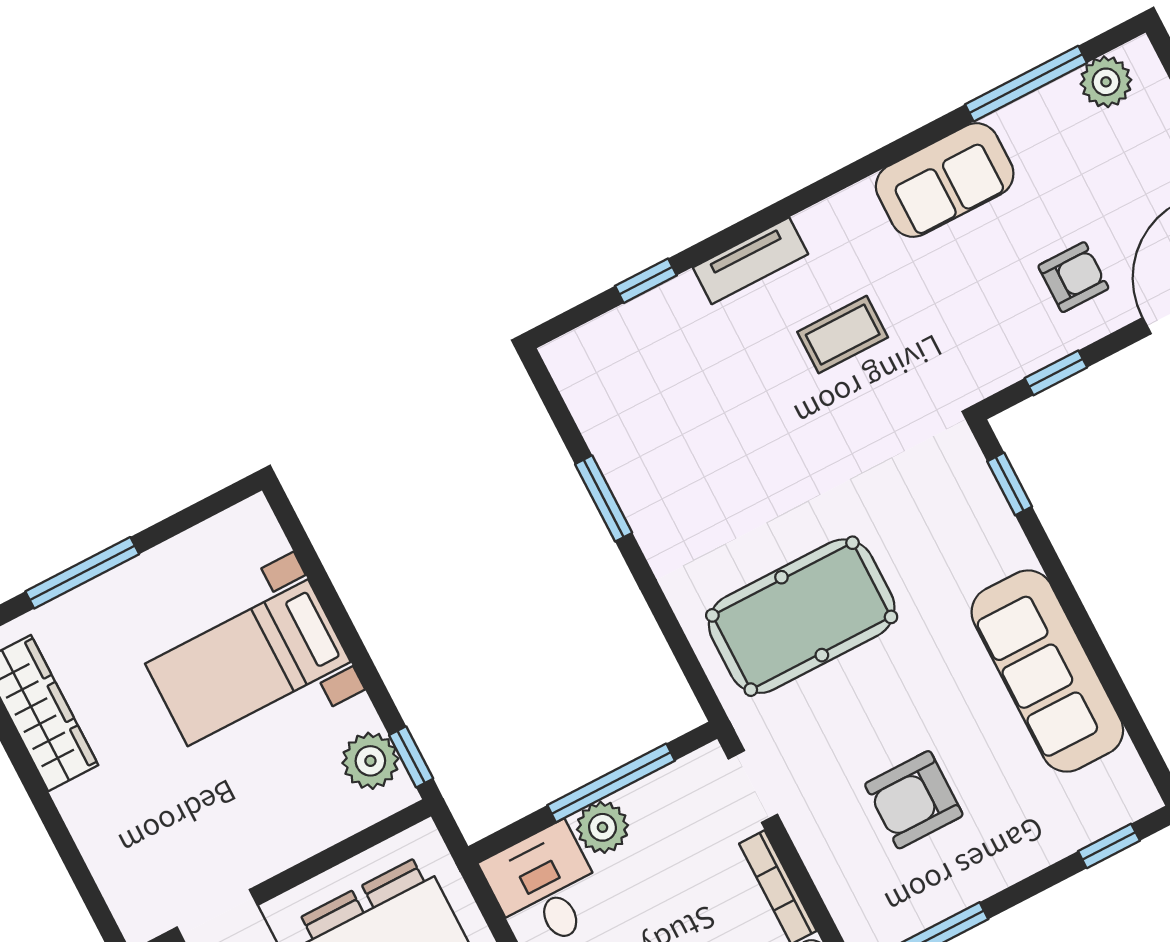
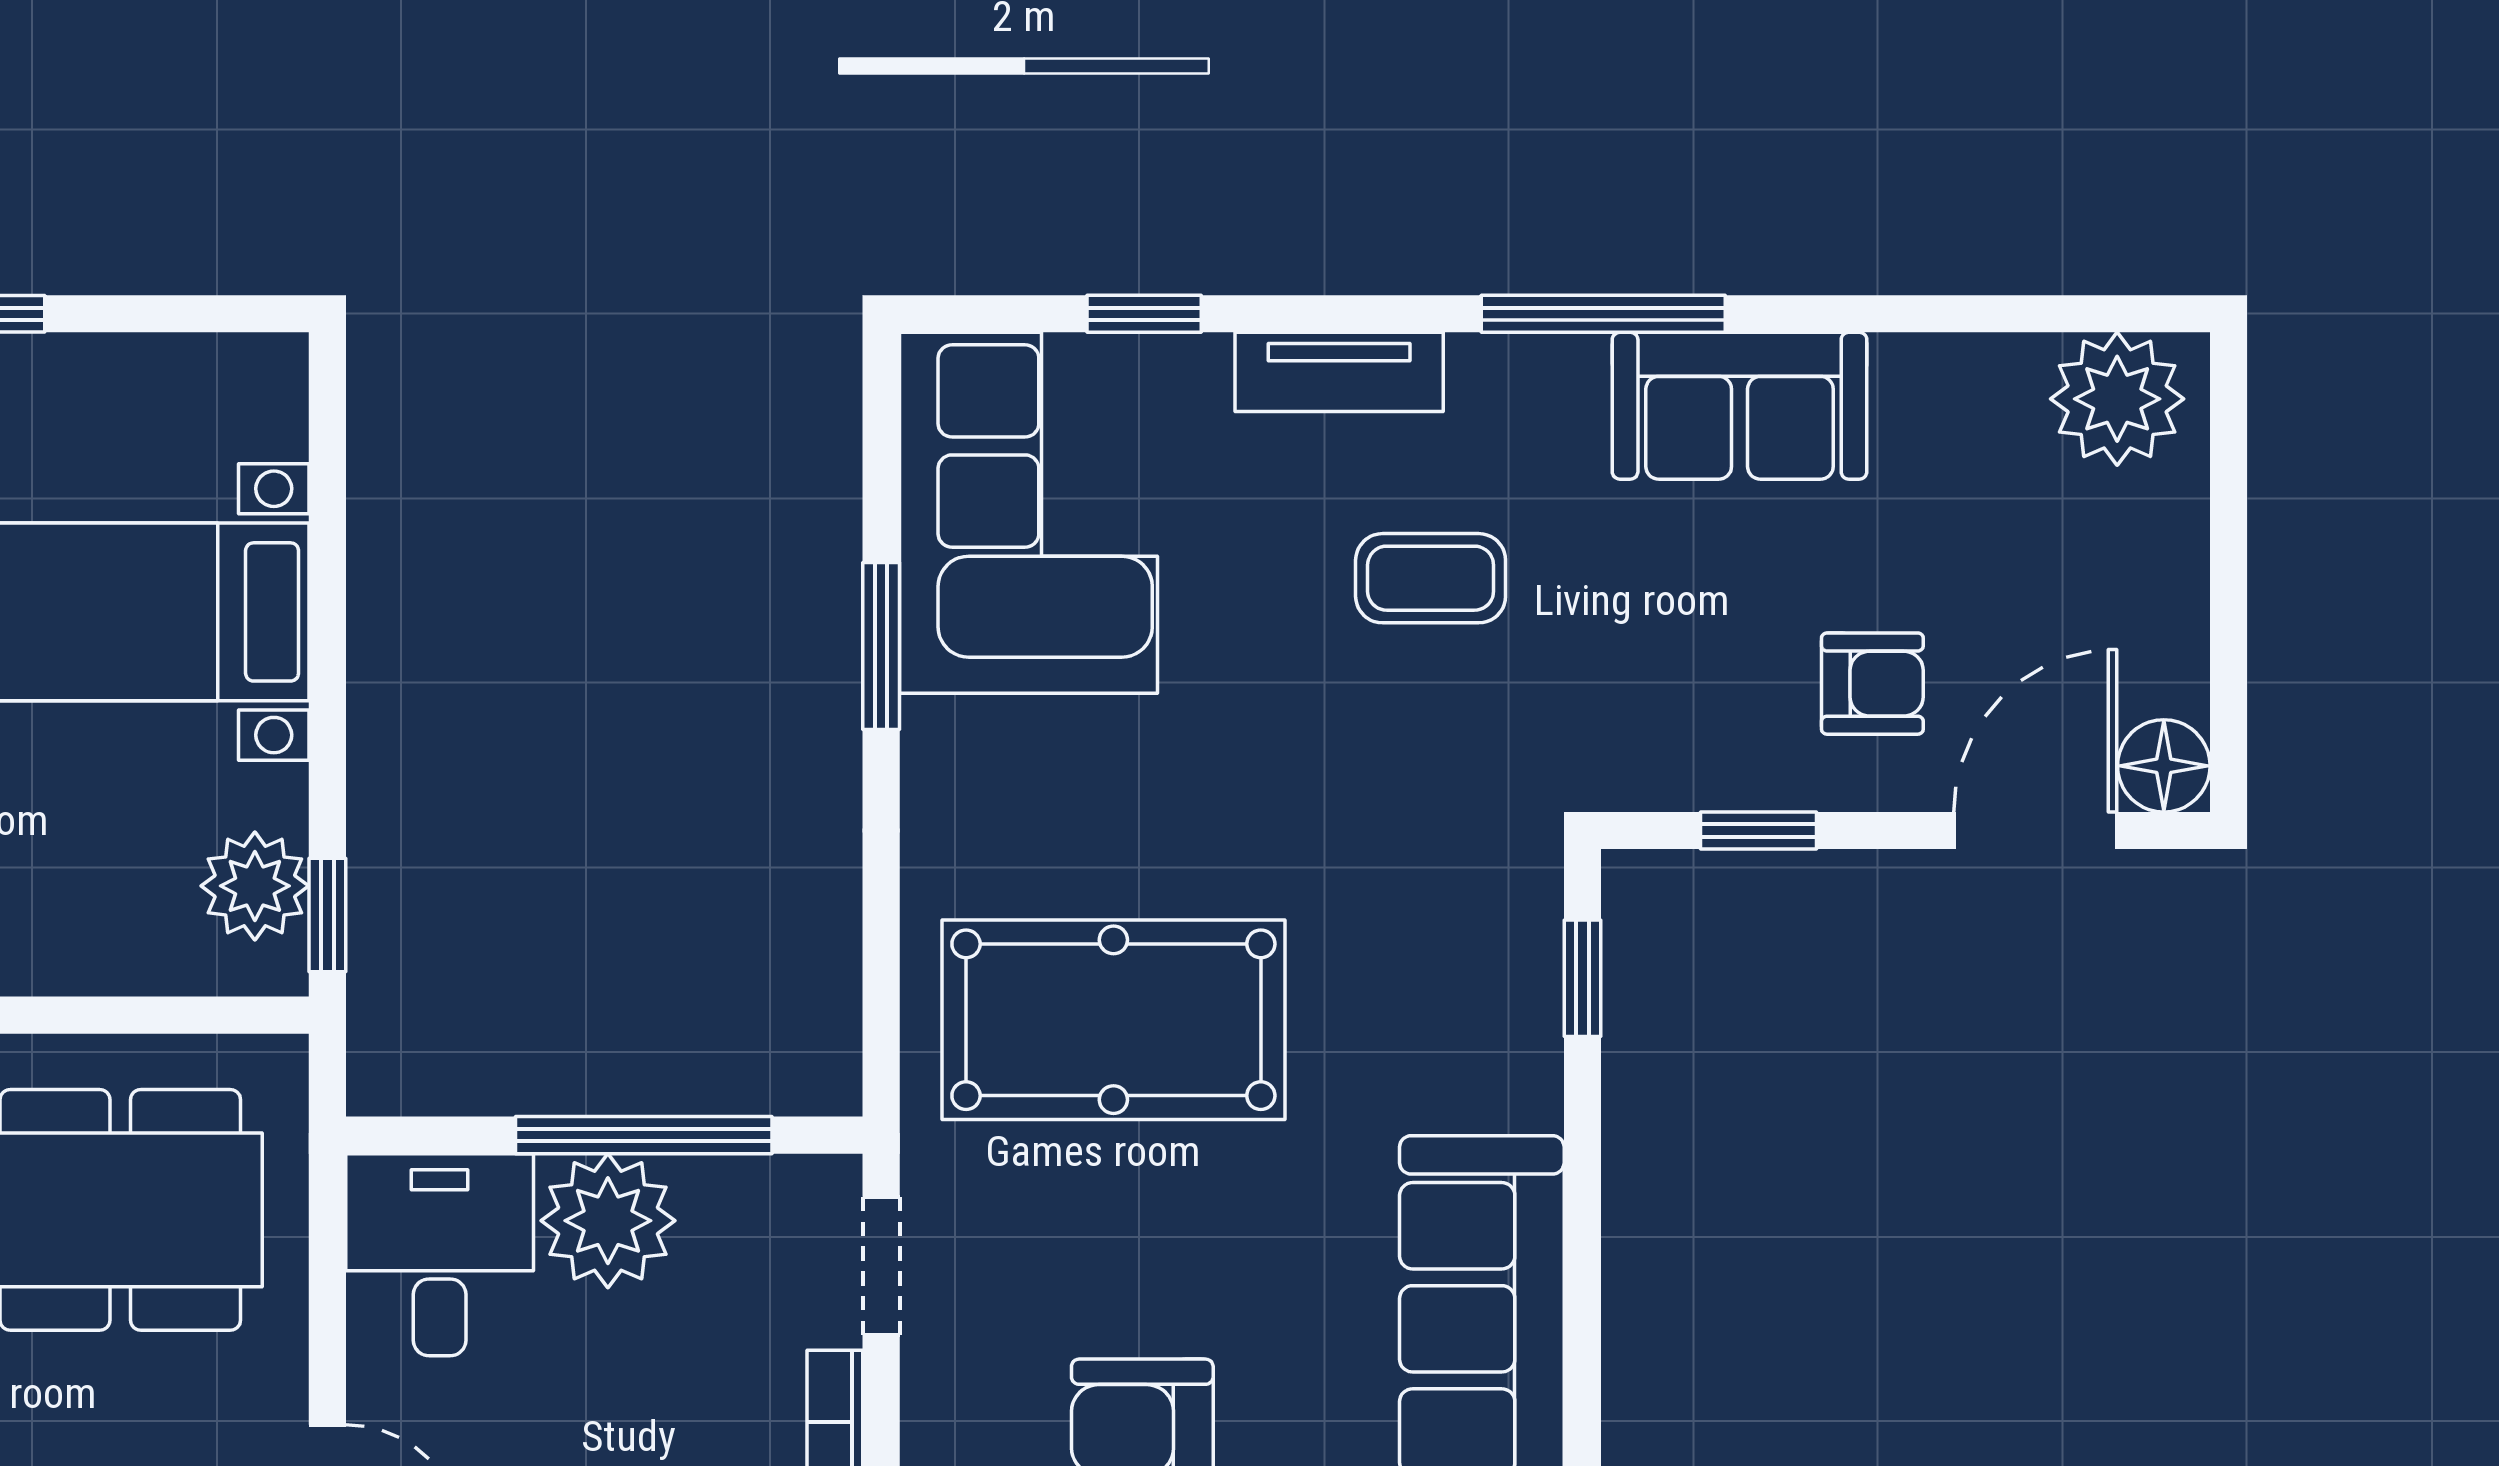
plant: (1106, 82) -> (2117, 399), width x1.36, depth x1.36
window: (1026, 84) -> (1603, 314), moved
corner sofa: (640, 401) -> (1028, 513), added
plant: (603, 827) -> (608, 1221), width x1.36, depth x1.36

